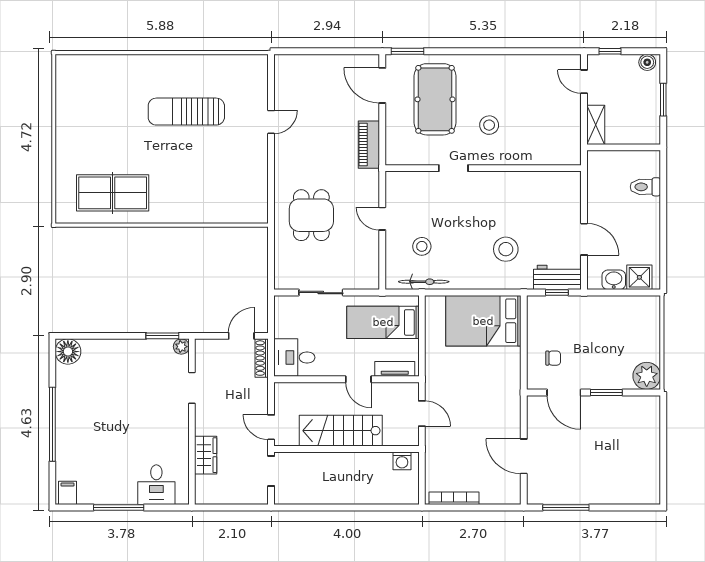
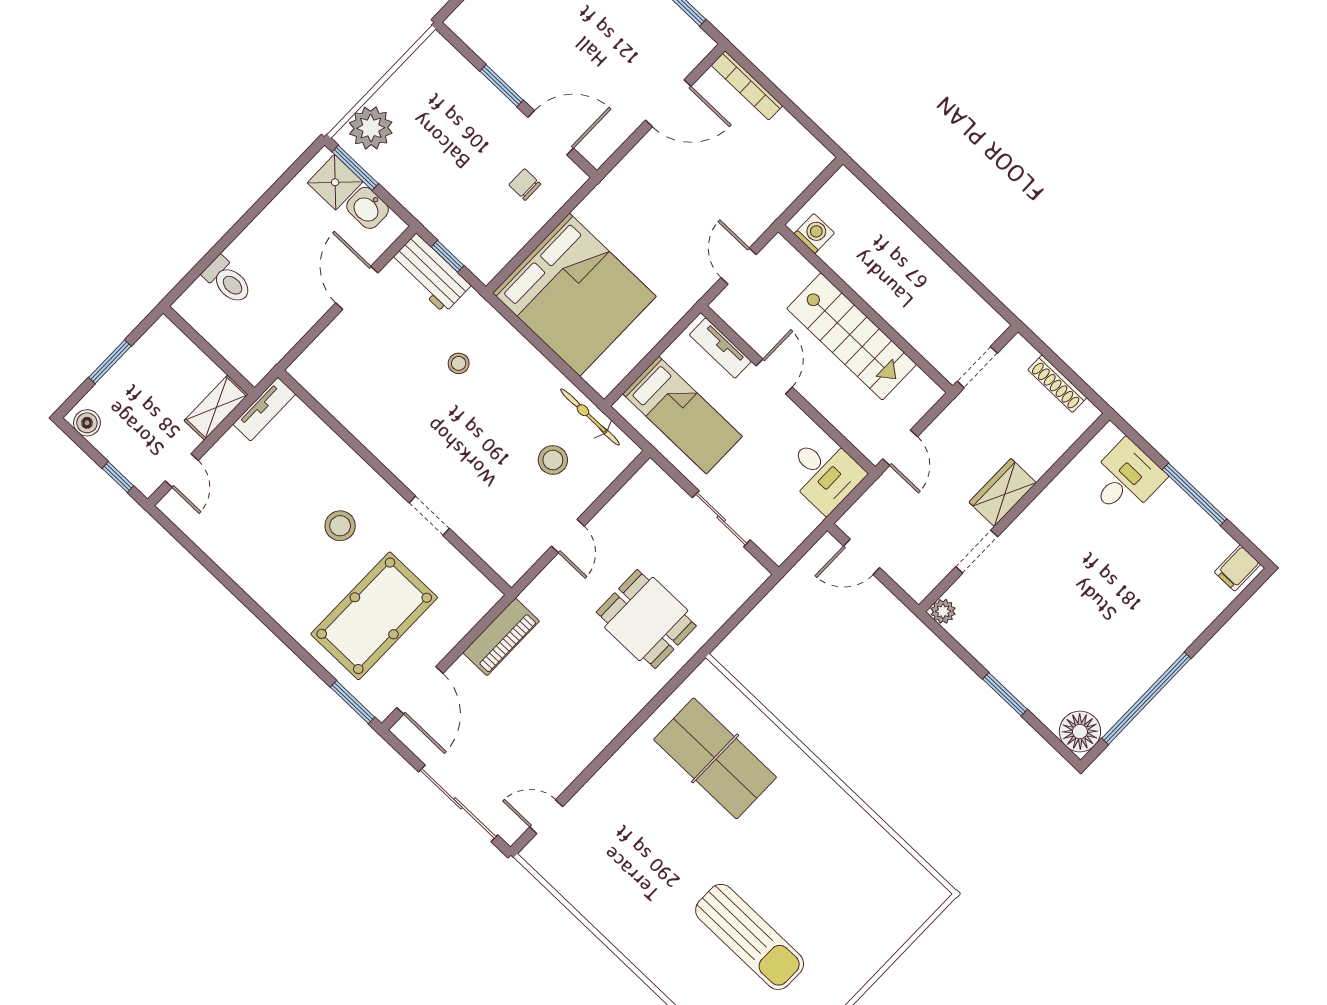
sliding door: (316, 51) -> (458, 803), added
sun lounger: (186, 112) -> (750, 937), moved
door: (271, 122) -> (546, 817), moved
tv unit: (573, 145) -> (264, 409), added
table tennis table: (113, 193) -> (715, 758), moved
dining table: (311, 215) -> (646, 619), turned 90
stool: (506, 249) -> (459, 363), width x0.53, depth x0.53
window: (637, 293) -> (355, 168), added
bed: (483, 321) -> (574, 295), width x1.36
window: (162, 336) -> (1005, 694), moved
shoe rack: (262, 358) -> (1057, 384), moved, turned 90
plant: (647, 376) -> (371, 128), moved
door: (564, 392) -> (551, 133), hinge flipped
window: (52, 424) -> (1146, 698), moved
door: (271, 427) -> (900, 448), moved
wardrobe: (206, 455) -> (1003, 492), moved
door: (524, 456) -> (668, 103), hinge flipped
bookcase: (454, 498) -> (747, 85), moved

